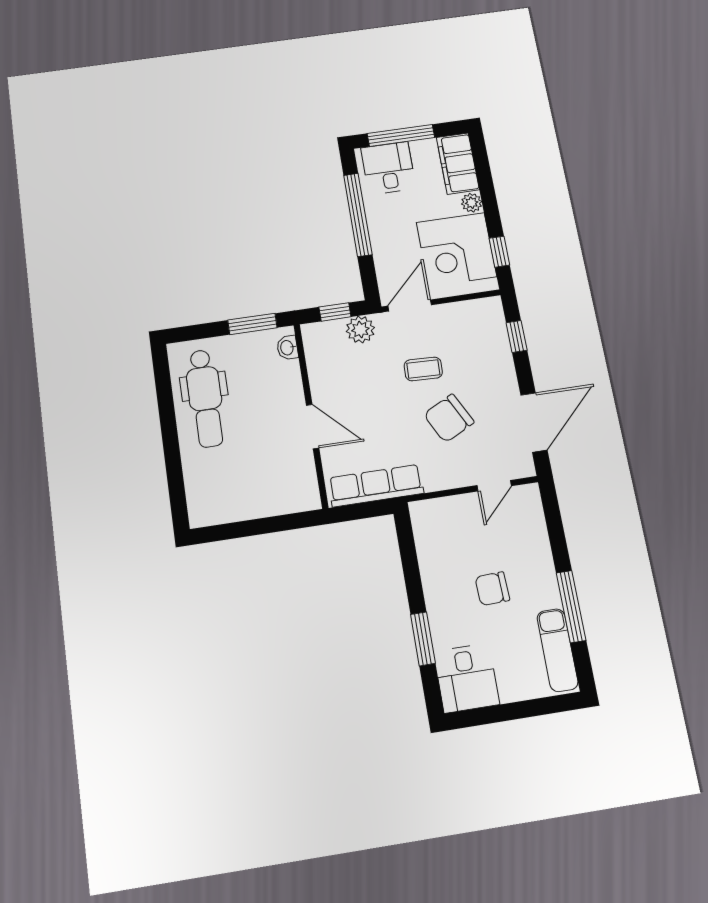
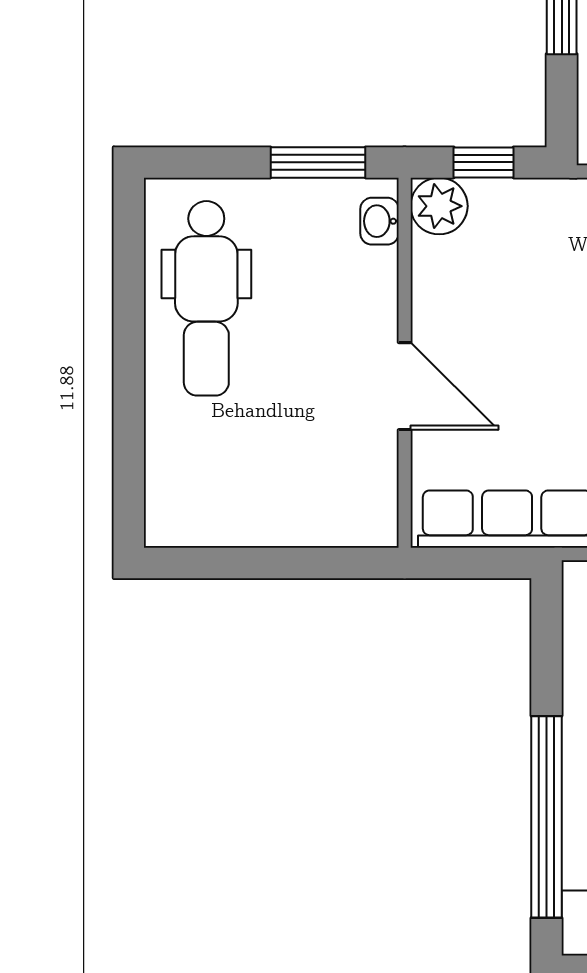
plant: (360, 330) -> (439, 206), moved
window: (423, 639) -> (547, 817), width x2.11

